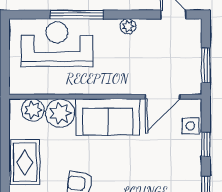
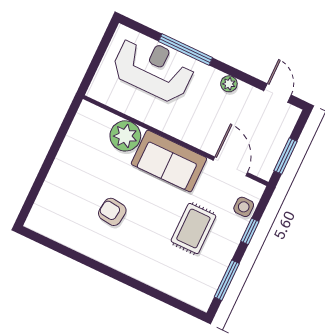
door: (163, 97) -> (230, 166), swing flipped
plant: (33, 110) -> (101, 121), removed
rug: (25, 162) -> (193, 228), moved

